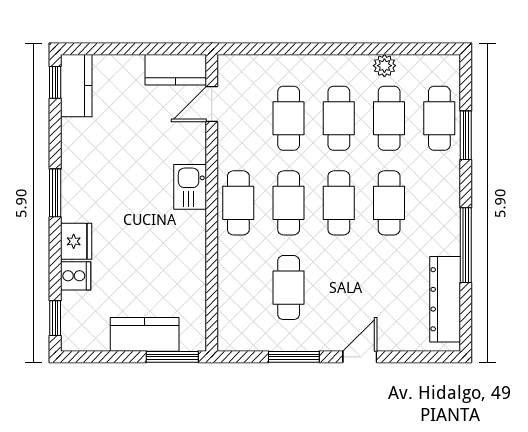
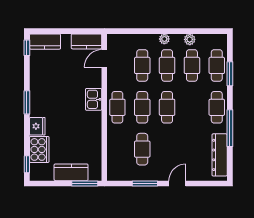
plant: (333, 65) -> (164, 39), added
kitchen counter: (76, 86) -> (45, 42), moved, turned 90
cafe table: (389, 203) -> (217, 107), moved
cooker: (76, 276) -> (39, 149), width x1.87, depth x1.31

